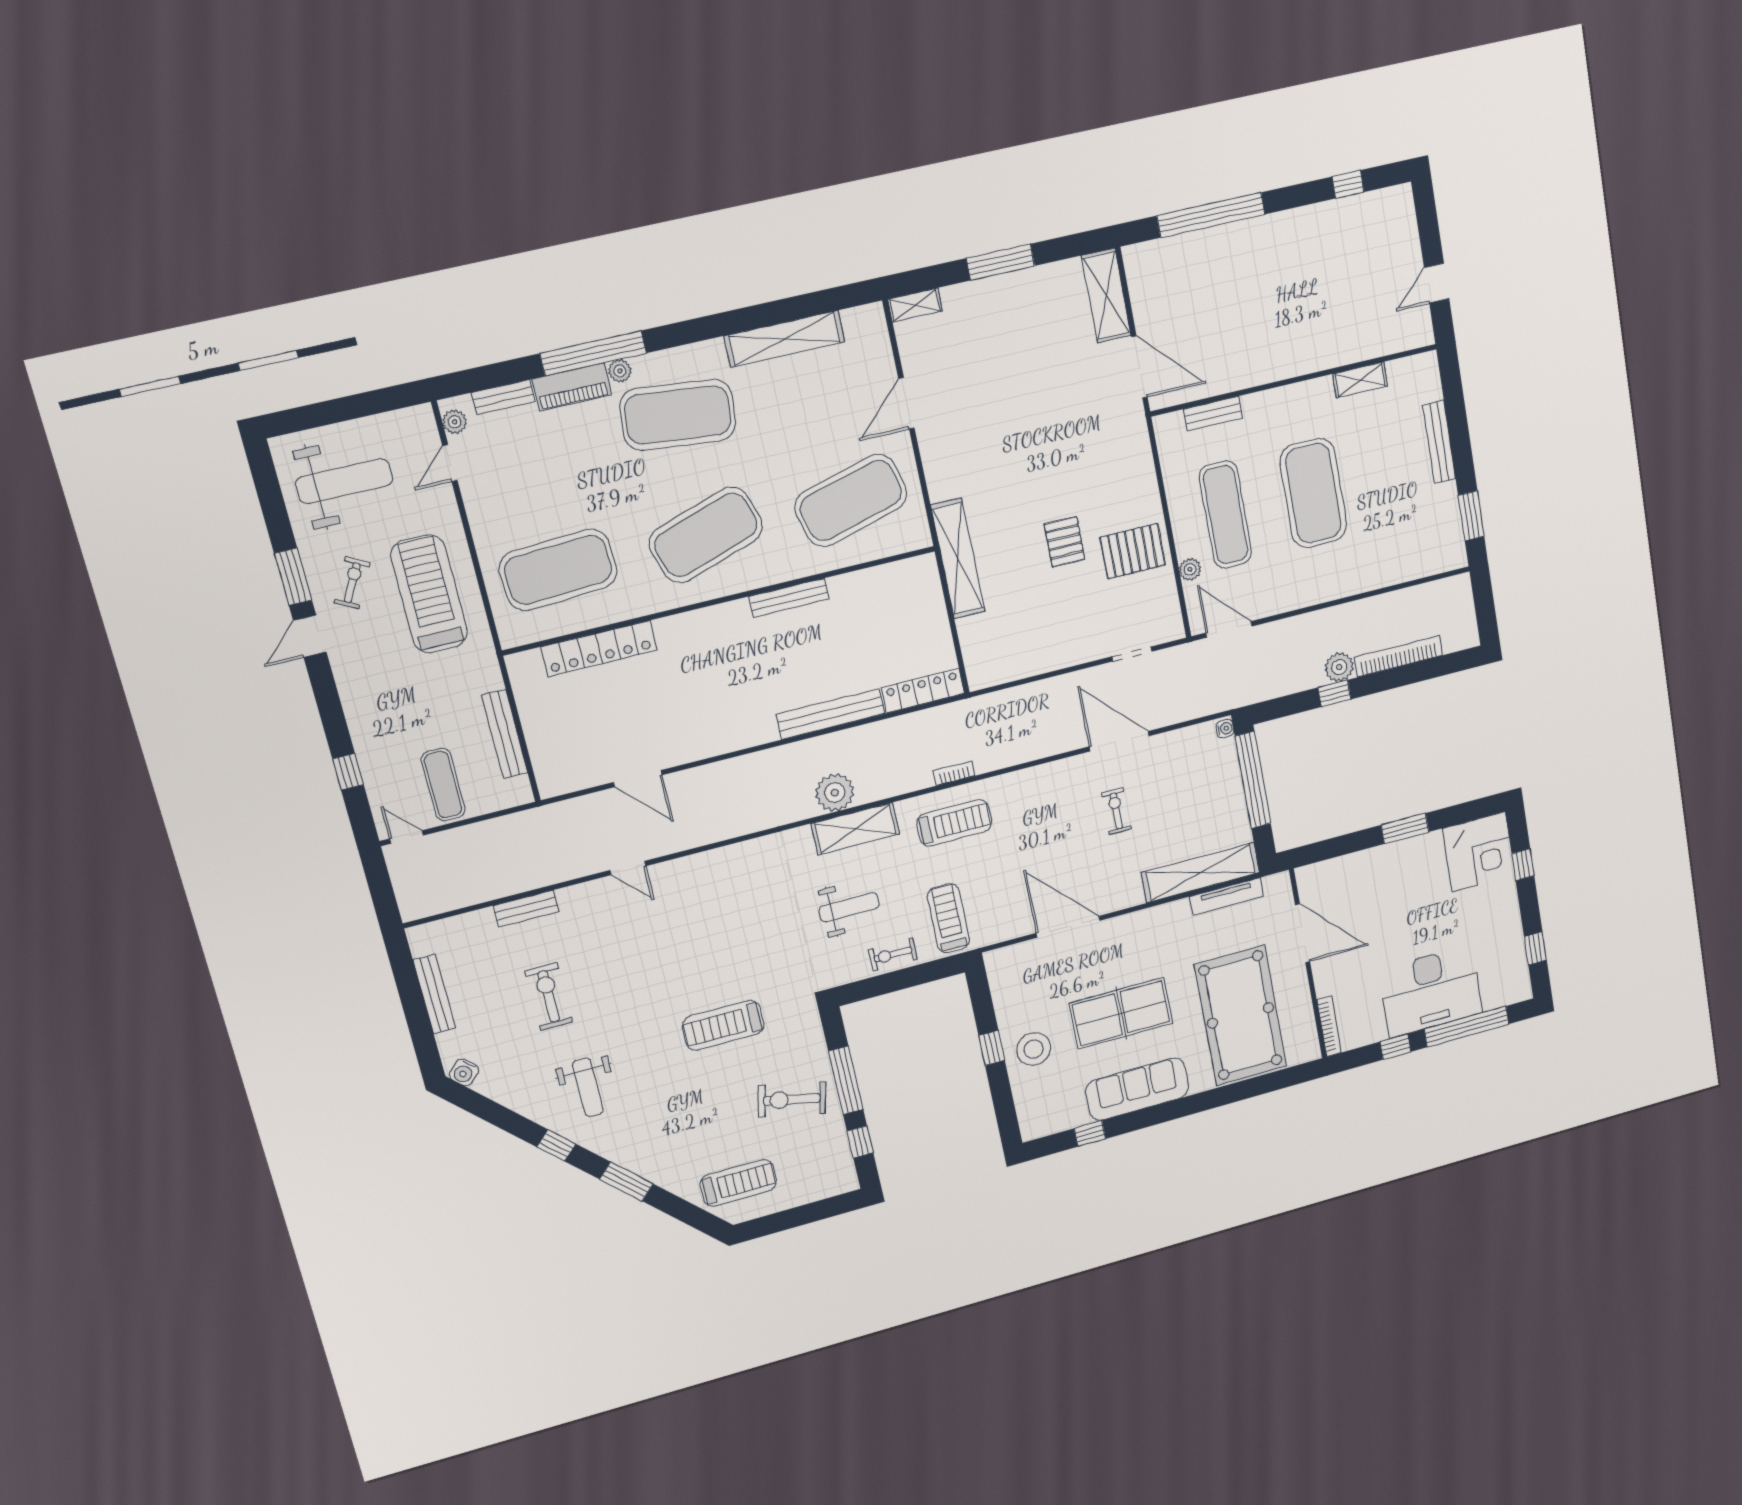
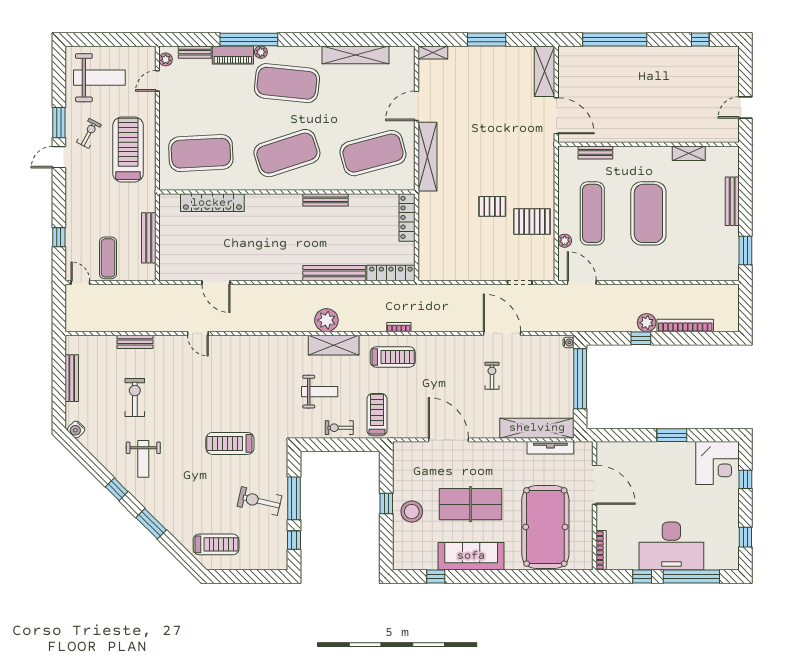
pallet: (1064, 542) -> (492, 206), turned 90
shelving: (958, 558) -> (427, 157), moved
locker: (930, 594) -> (407, 217), added

